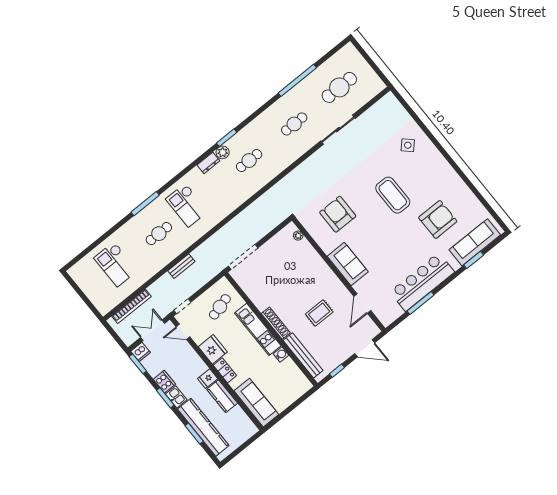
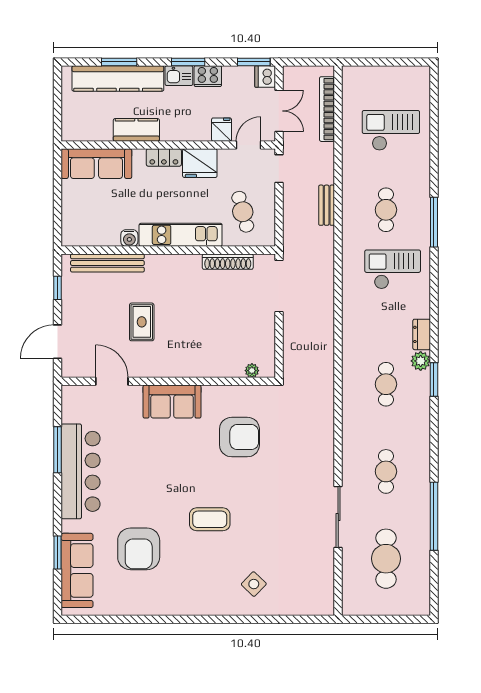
coffee table: (393, 195) -> (210, 519), width x0.73, depth x0.76
shoe rack: (276, 323) -> (228, 262), moved
fridge: (208, 379) -> (222, 130), moved

